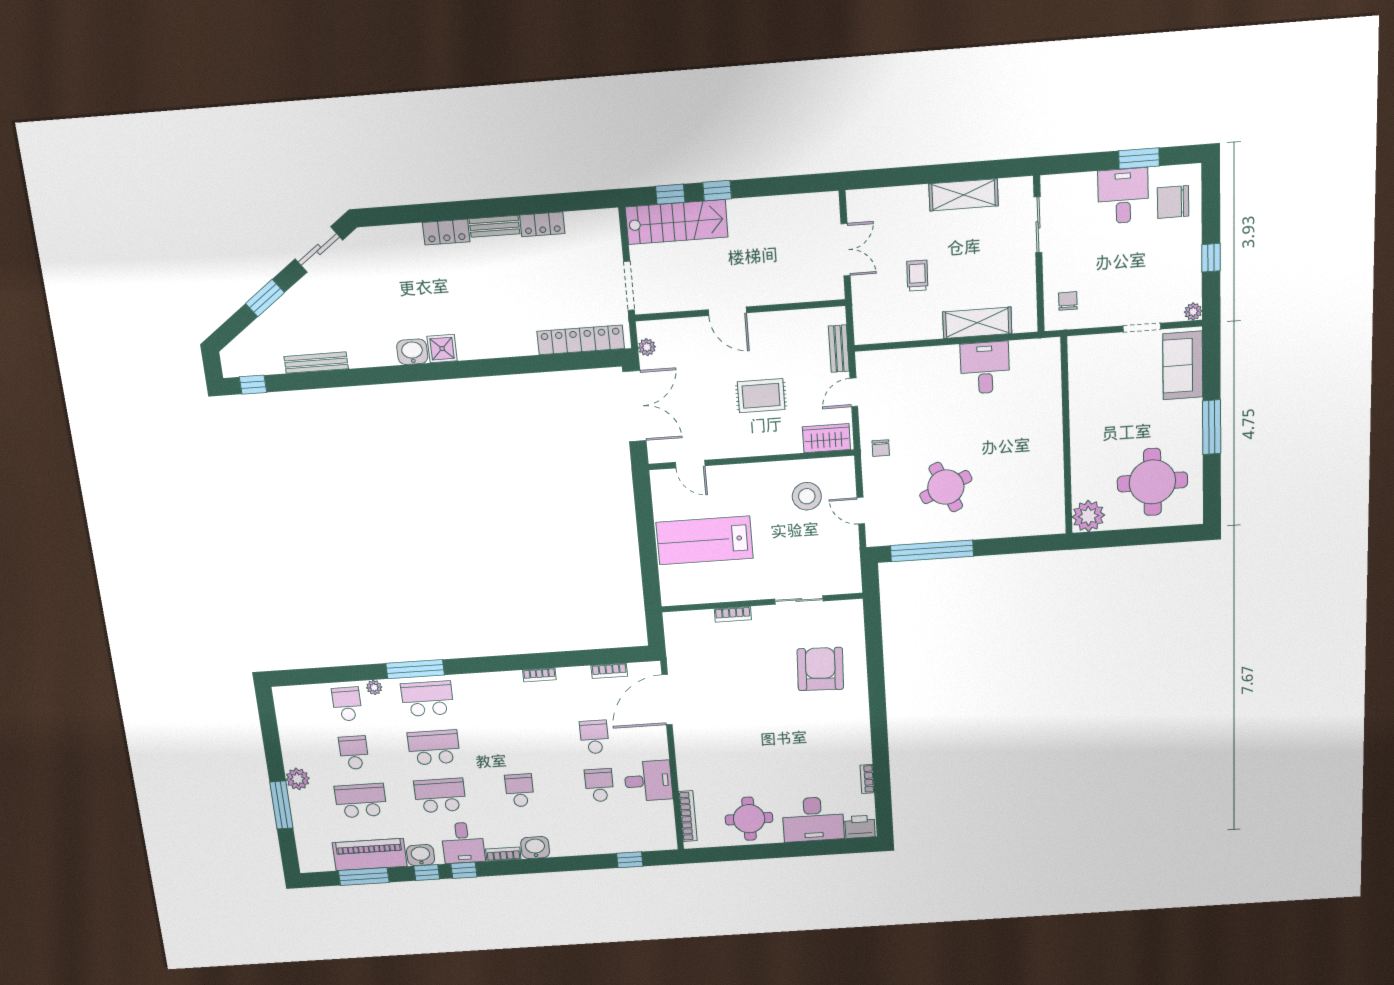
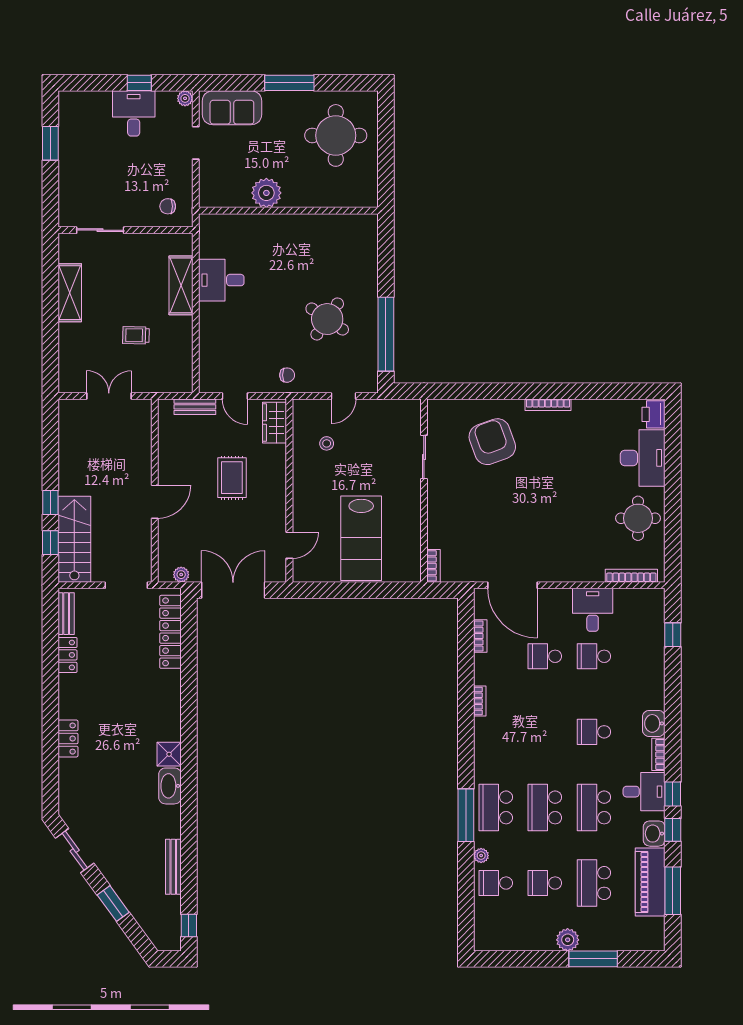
desk: (1123, 196) -> (134, 113), moved, turned 90
chair: (1173, 202) -> (89, 115), removed
bench: (494, 226) -> (66, 614), moved
washbasin: (412, 352) -> (170, 786), width x1.38
round table: (946, 487) -> (327, 319), turned -32
stool: (807, 496) -> (327, 443), width x0.53, depth x0.53
plant: (1088, 516) -> (266, 193), moved
bookcase: (733, 614) -> (433, 566), moved
armchair: (820, 669) -> (492, 442), turned 68
bookcase: (867, 779) -> (548, 405), moved, width x1.56

